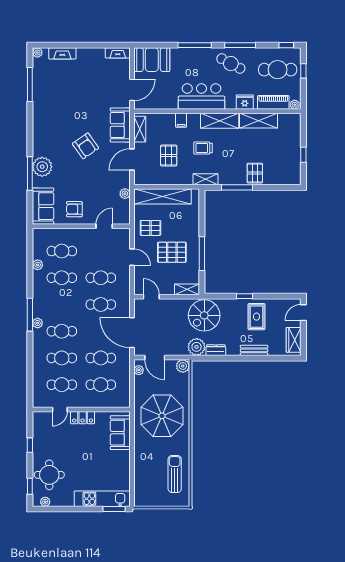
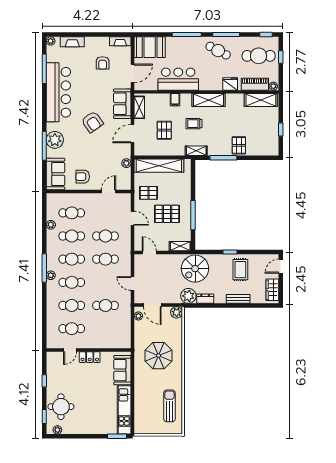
armchair: (97, 78) -> (103, 63), added
bar counter: (201, 97) -> (178, 79), moved
bar counter: (46, 112) -> (58, 92), added
shelving: (259, 121) -> (261, 100), moved
door: (132, 333) -> (133, 284), width x0.53
cafe table: (101, 385) -> (72, 259), moved
parasol: (162, 416) -> (159, 356), width x0.73, depth x0.73
kitchen unit: (102, 499) -> (124, 410), moved, turned -90

